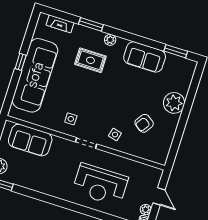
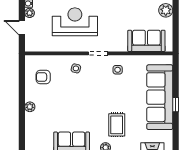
rug: (90, 60) -> (117, 125), turned 90
plant: (174, 103) -> (30, 107), width x0.53, depth x0.53
armchair: (144, 123) -> (43, 77), moved, turned -124

